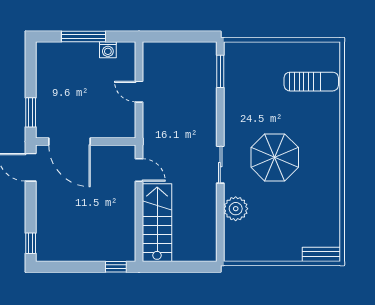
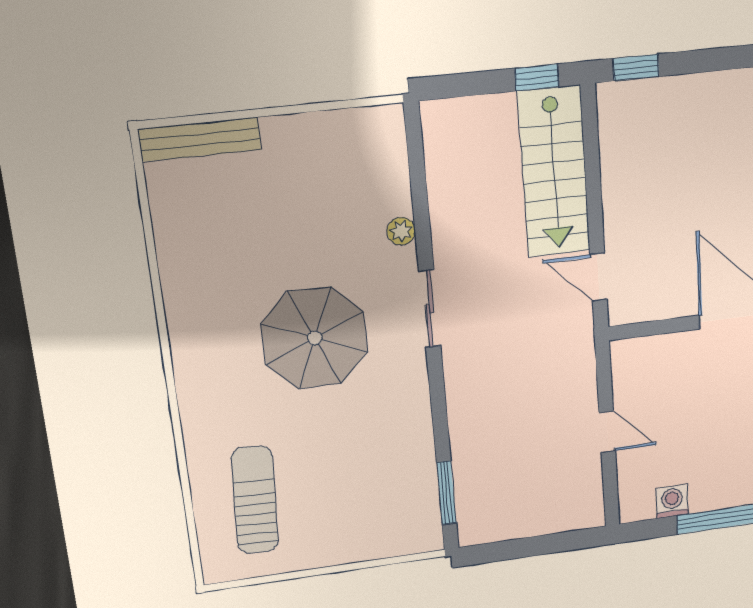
sun lounger: (311, 82) -> (255, 500), turned 93
plant: (236, 209) -> (401, 231), width x0.53, depth x0.53
bench: (321, 254) -> (200, 139), width x1.36
window: (162, 267) -> (537, 77), added

